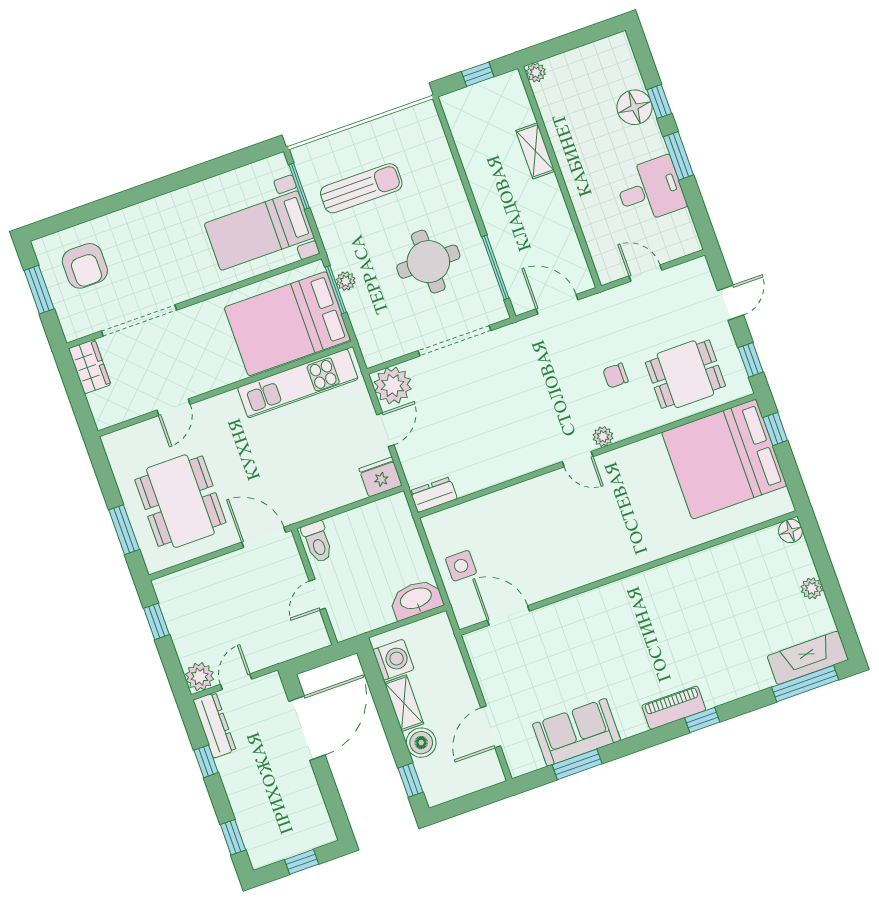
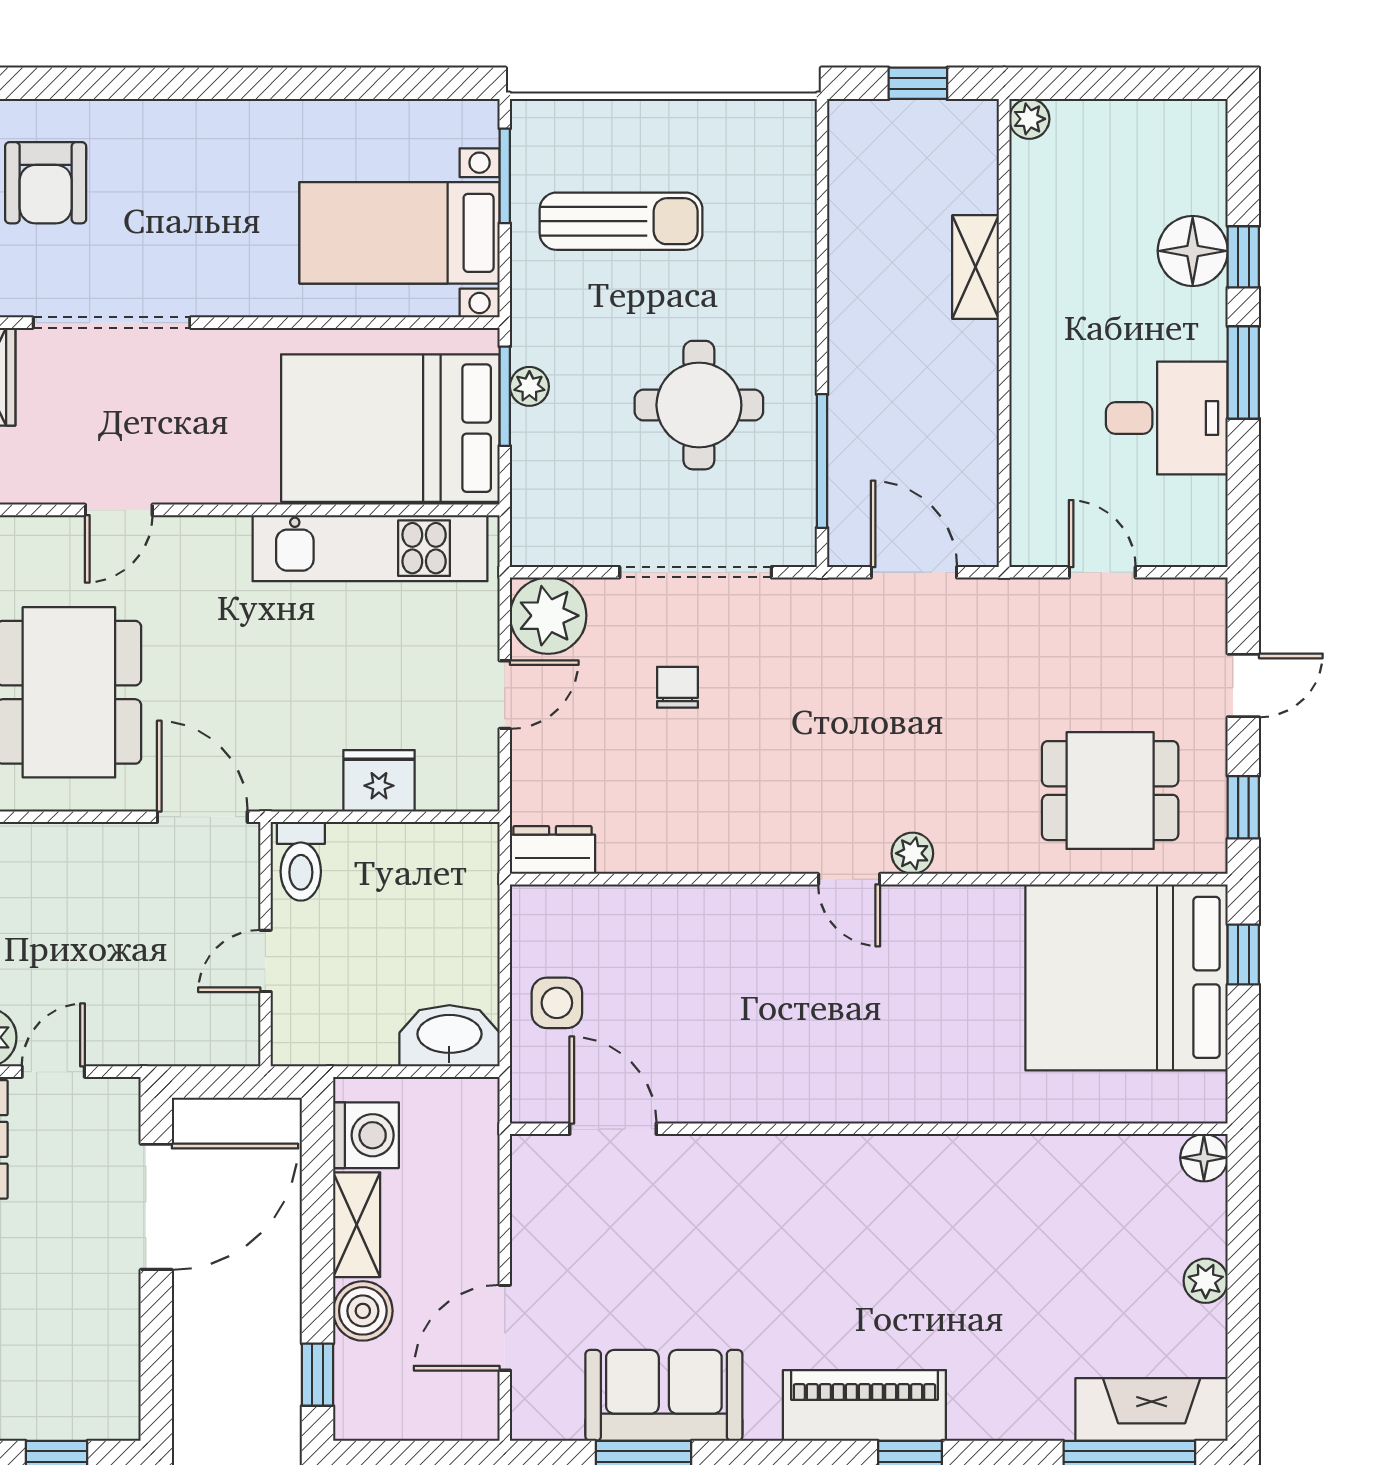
chair: (615, 376) -> (677, 687), moved, turned 90
fridge: (380, 477) -> (379, 781), moved
piano: (674, 708) -> (864, 1405), width x1.37, depth x1.33

